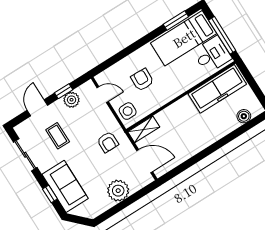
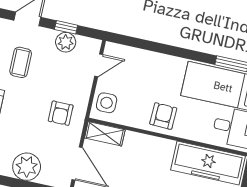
armchair: (142, 80) -> (163, 116), moved
door: (103, 95) -> (99, 65), hinge flipped

